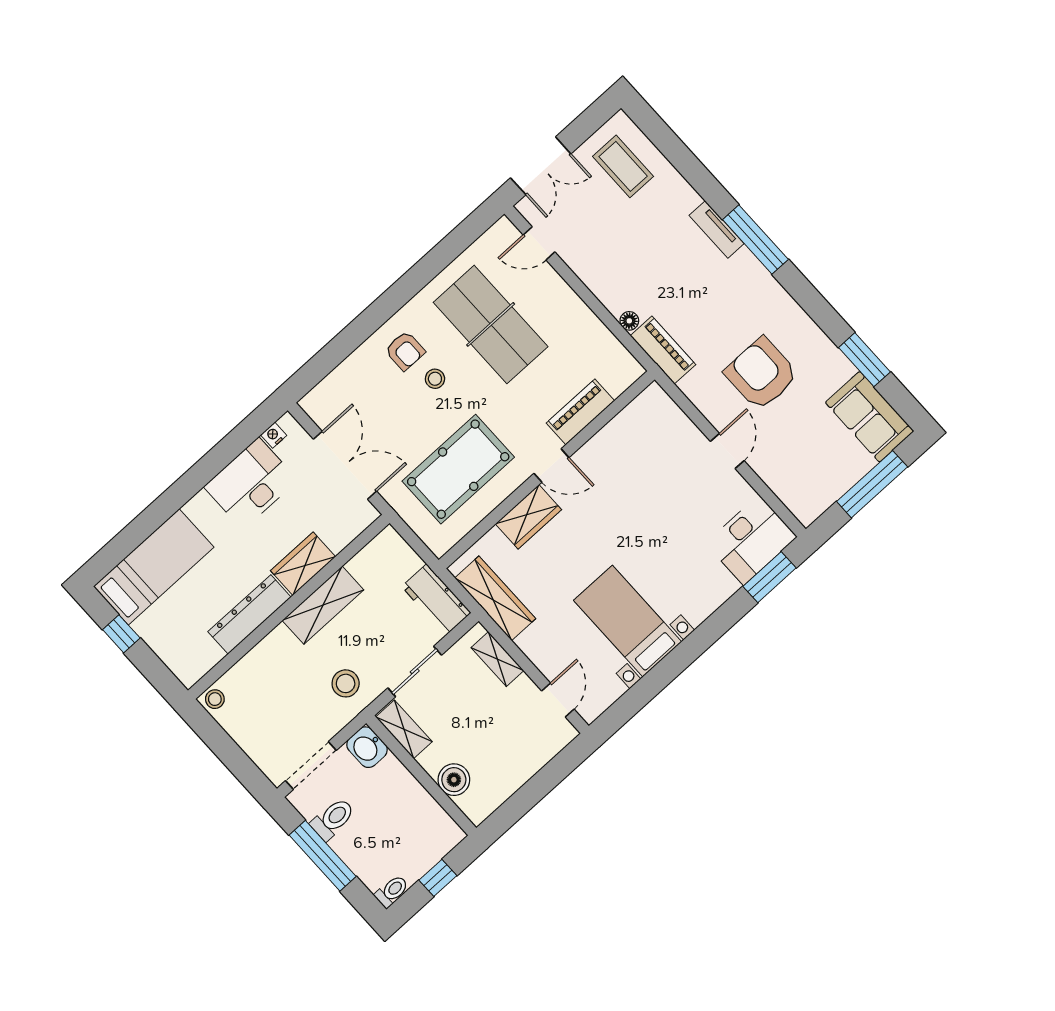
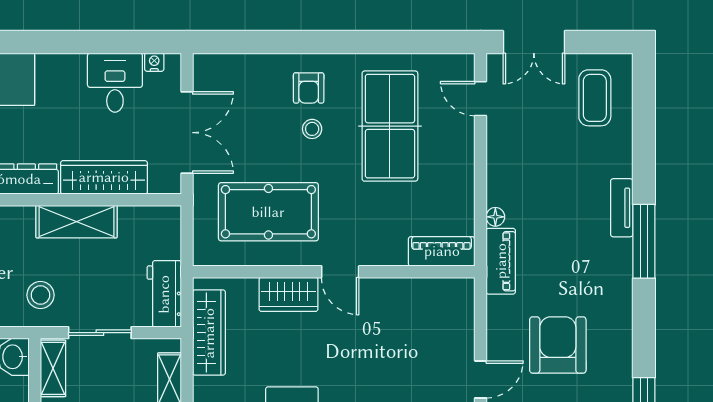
piano: (580, 412) -> (442, 251), moved
desk: (251, 483) -> (115, 83), width x0.73
wardrobe: (303, 564) -> (104, 177), width x1.50

